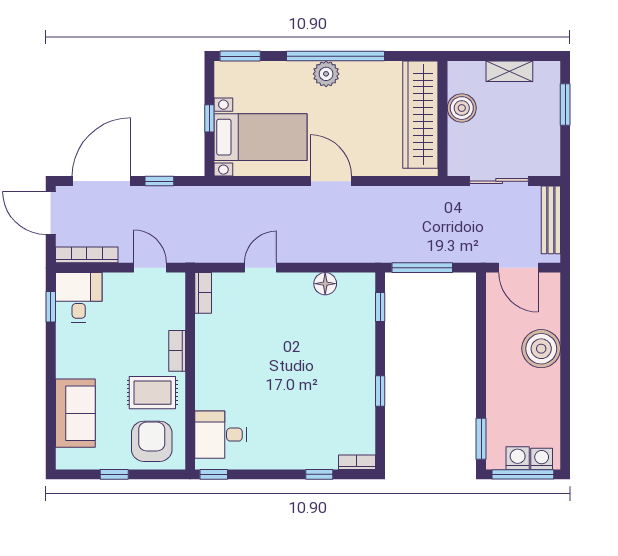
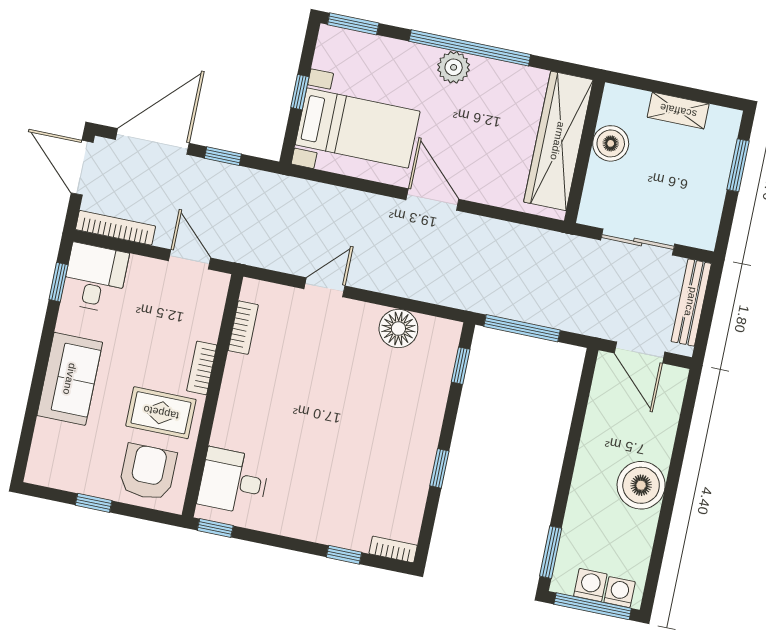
floor lamp: (325, 284) -> (398, 329), width x1.38, depth x1.38
bookcase: (203, 293) -> (243, 328), moved
boiler: (541, 349) -> (641, 485), moved
sofa: (75, 413) -> (70, 379), moved

